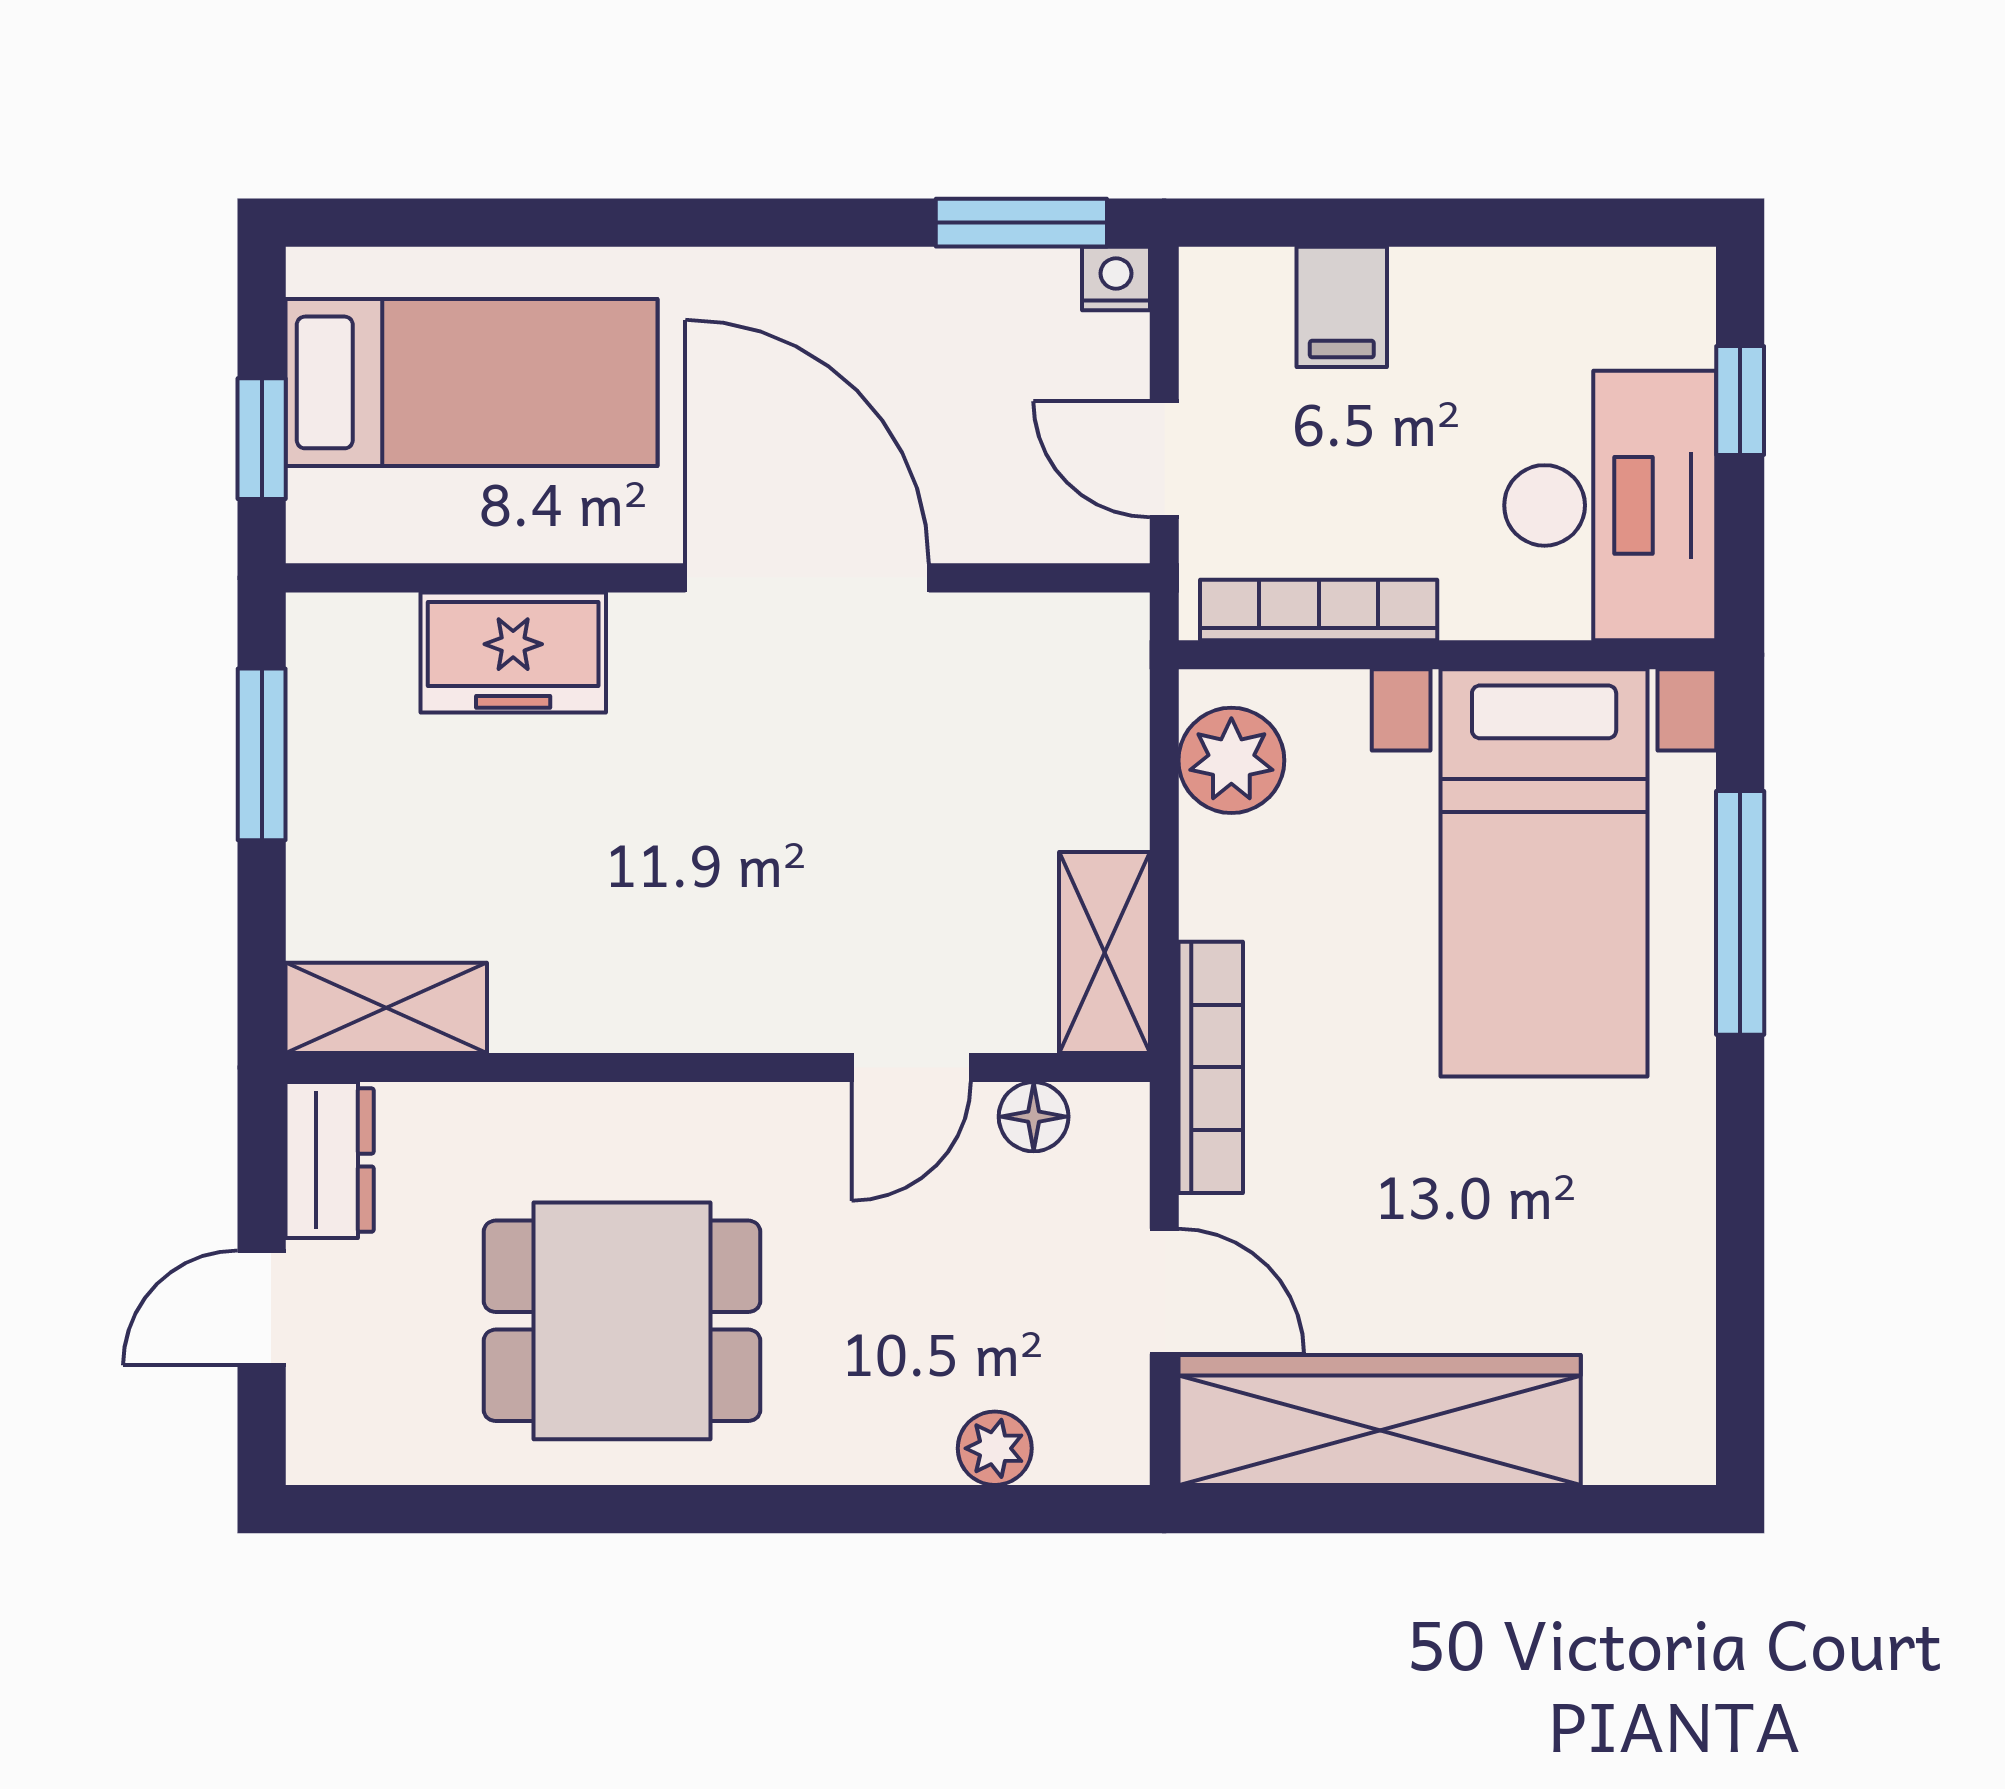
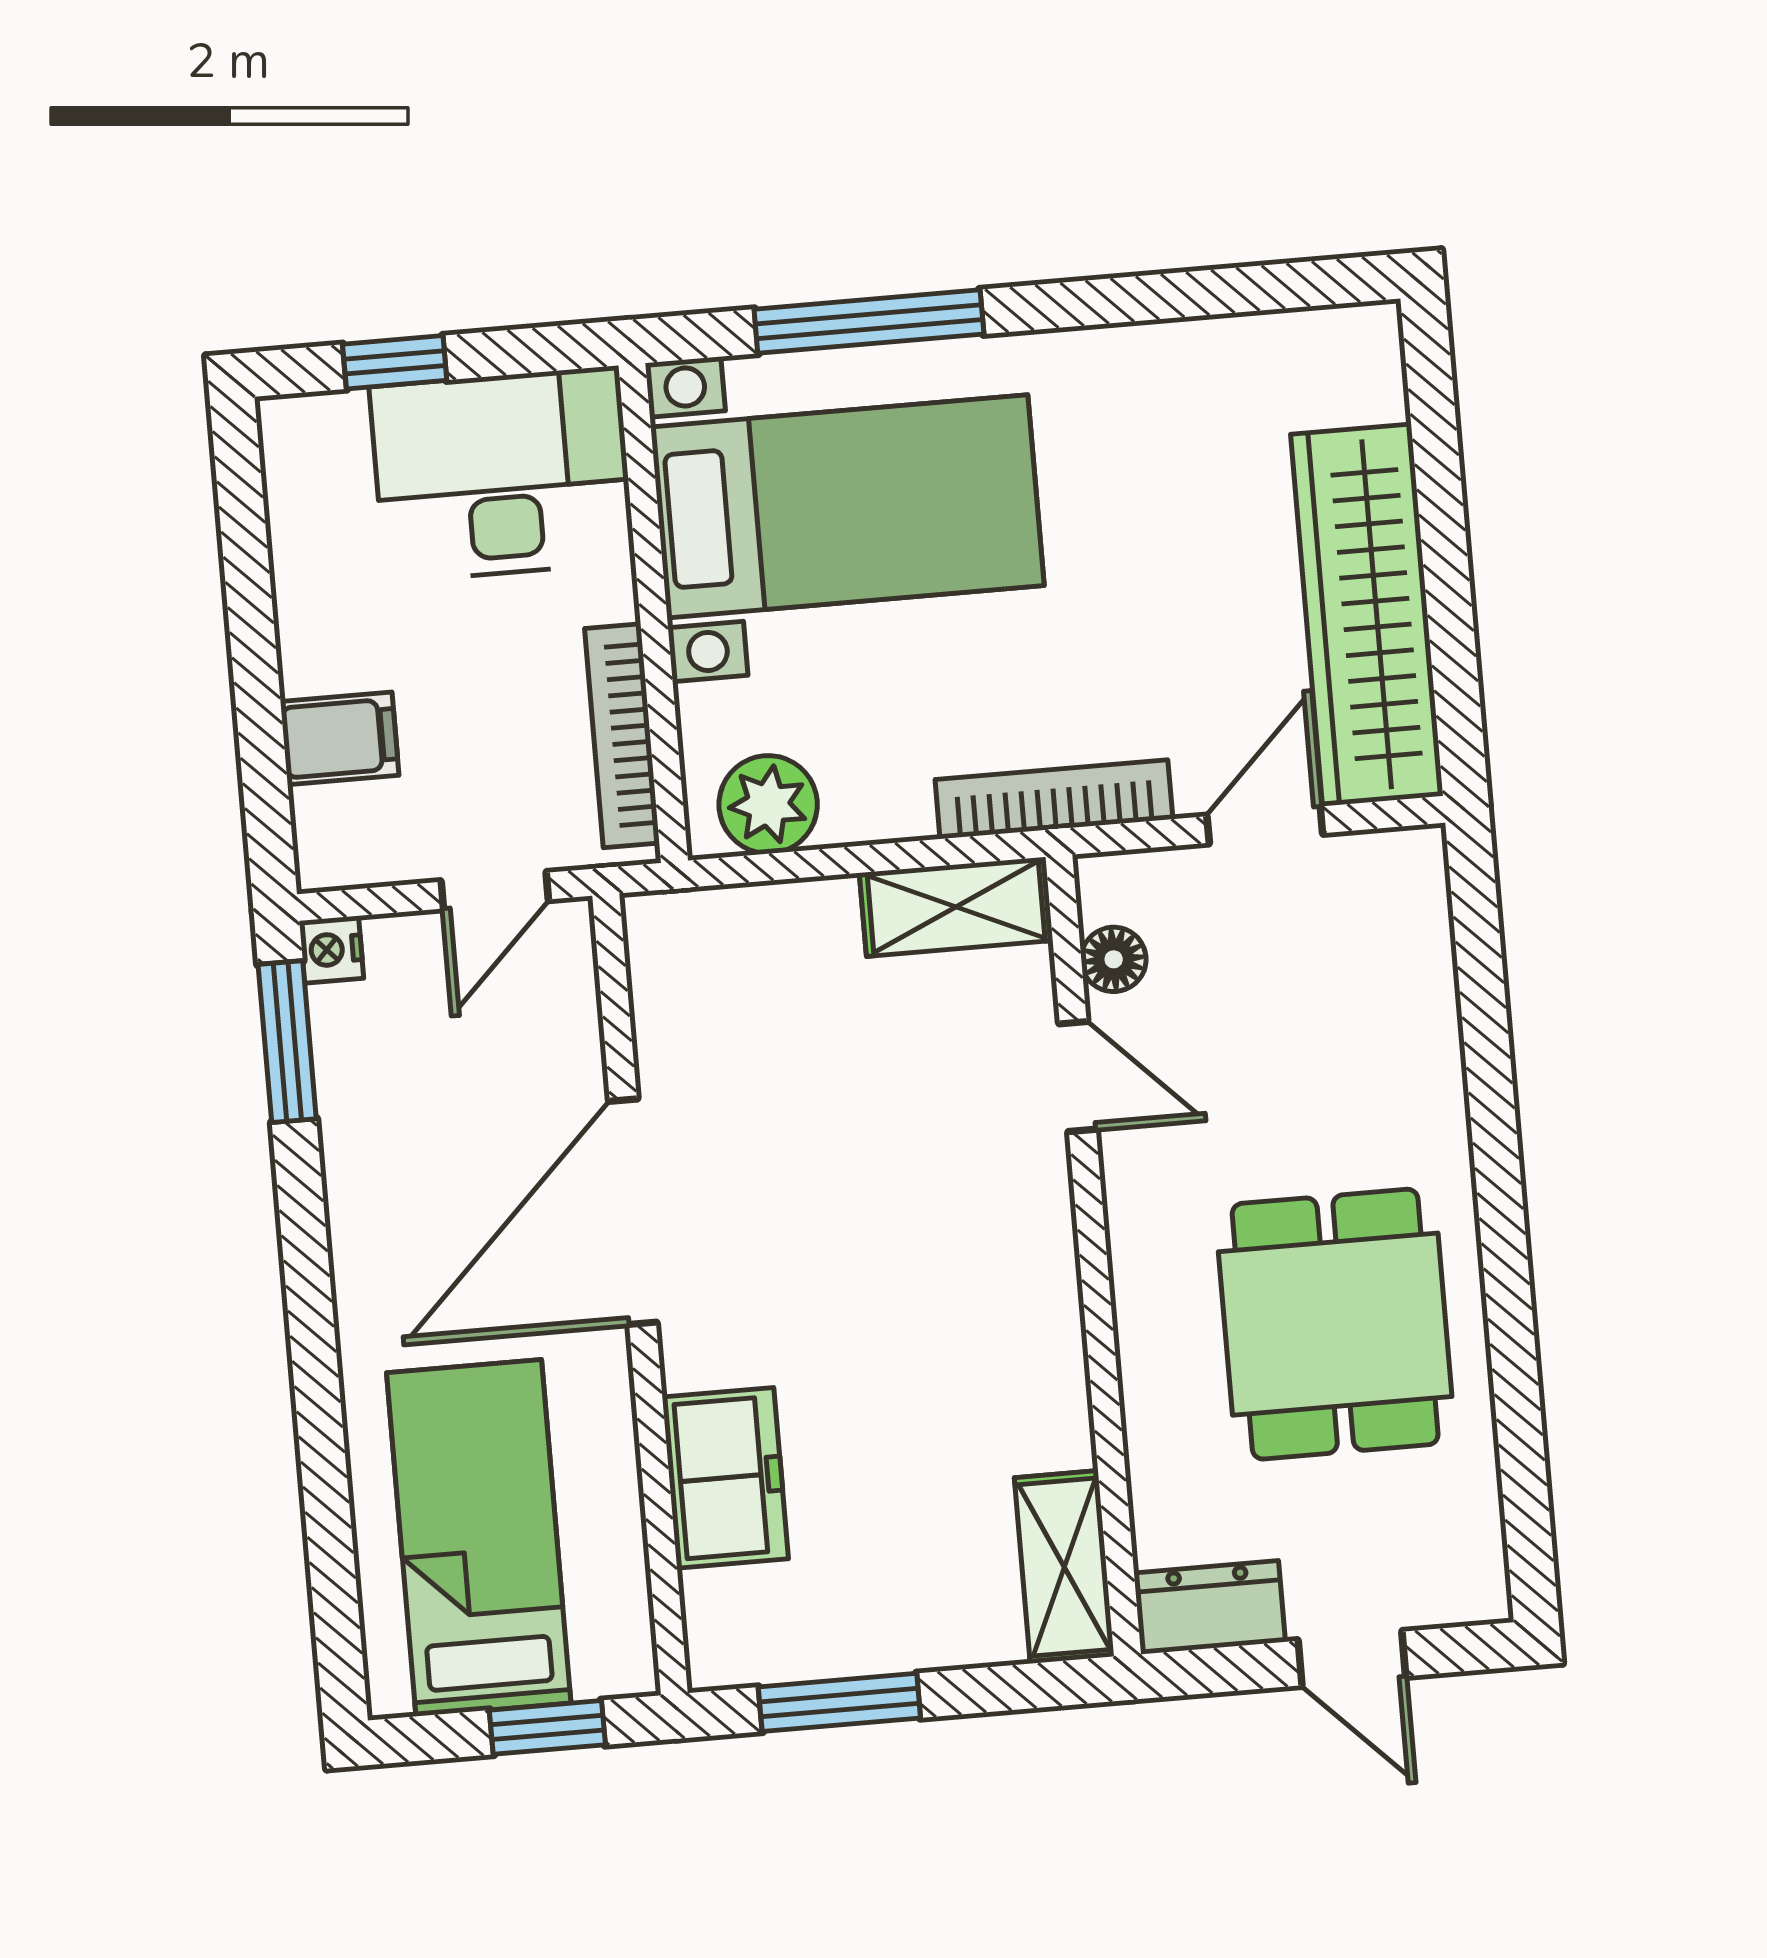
plant: (995, 1448) -> (1424, 969), removed

